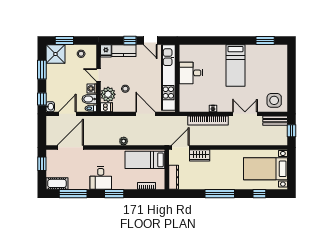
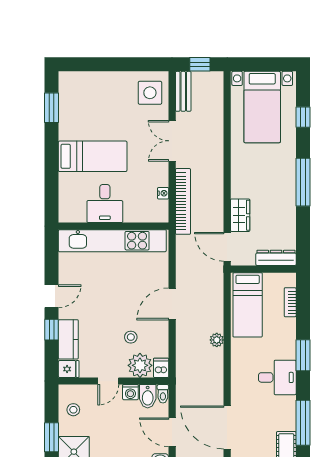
desk: (191, 73) -> (105, 204), moved
kitchen unit: (168, 77) -> (112, 241), moved
wall: (177, 78) -> (114, 226), moved

